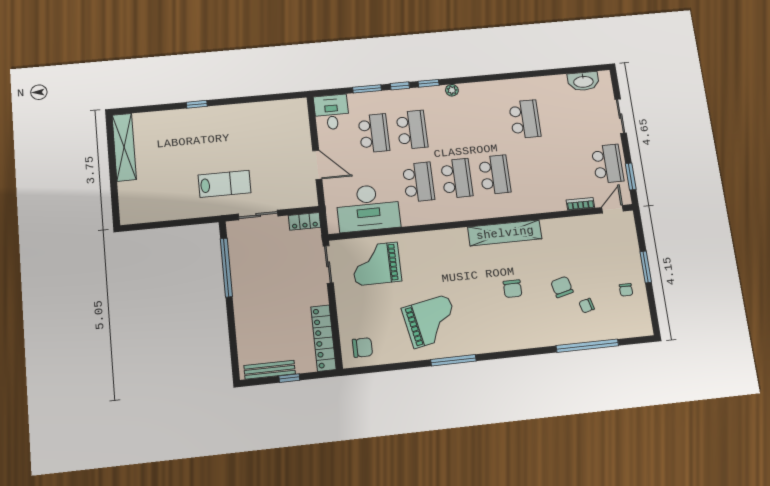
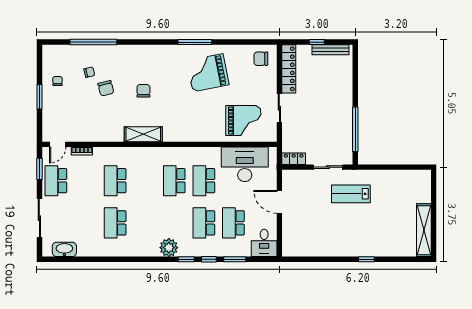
plant: (452, 90) -> (169, 248), width x1.88, depth x1.88
sliding door: (621, 116) -> (39, 218), width x1.37
school desk: (495, 175) -> (115, 181), moved
shelving: (505, 233) -> (143, 134), width x0.68
sliding door: (328, 264) -> (279, 108), moved

